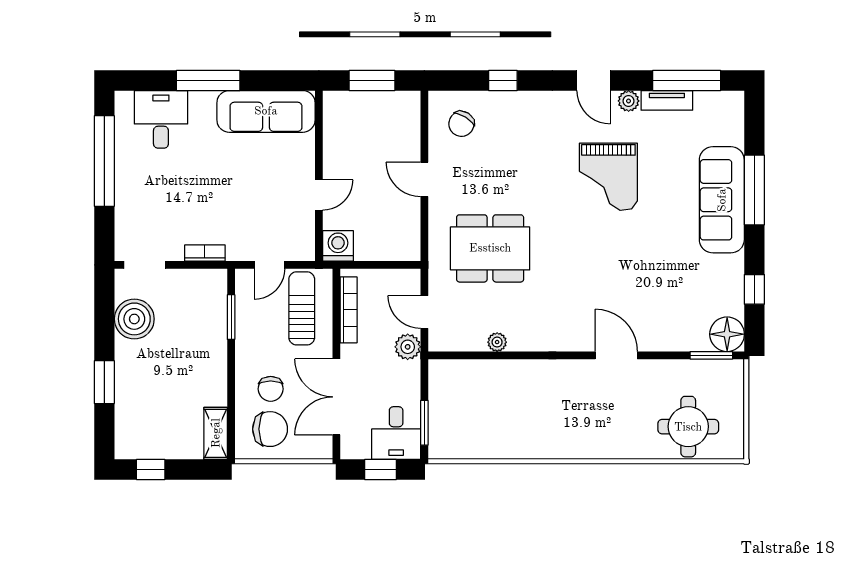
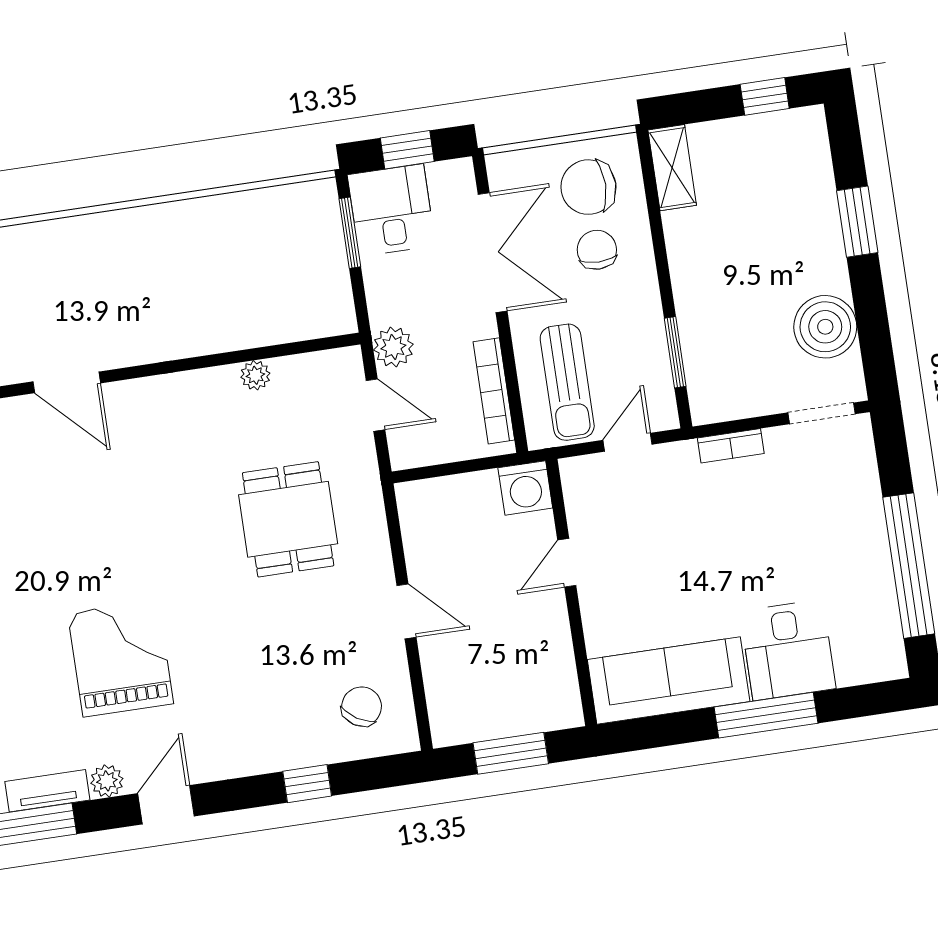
door: (594, 80) -> (166, 805), hinge flipped
desk: (161, 119) -> (788, 650), moved
dining table: (490, 248) -> (288, 519), width x0.73

